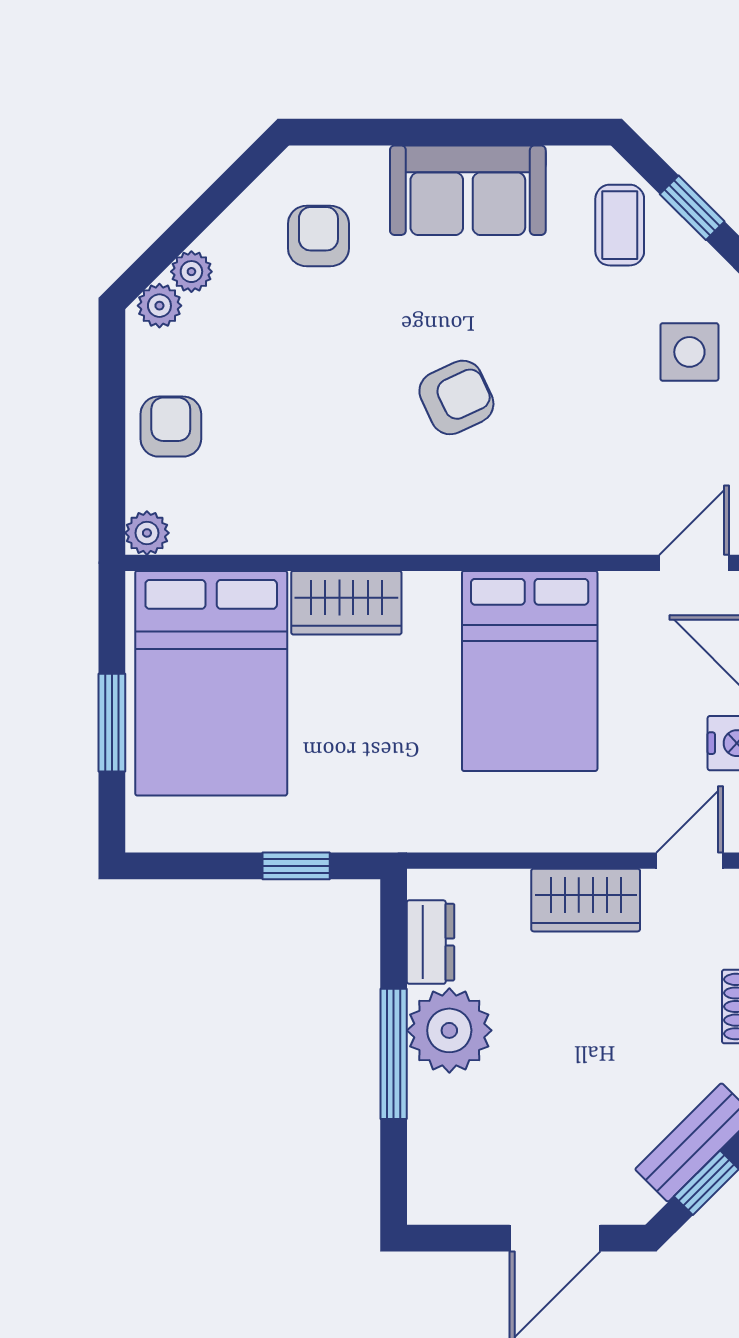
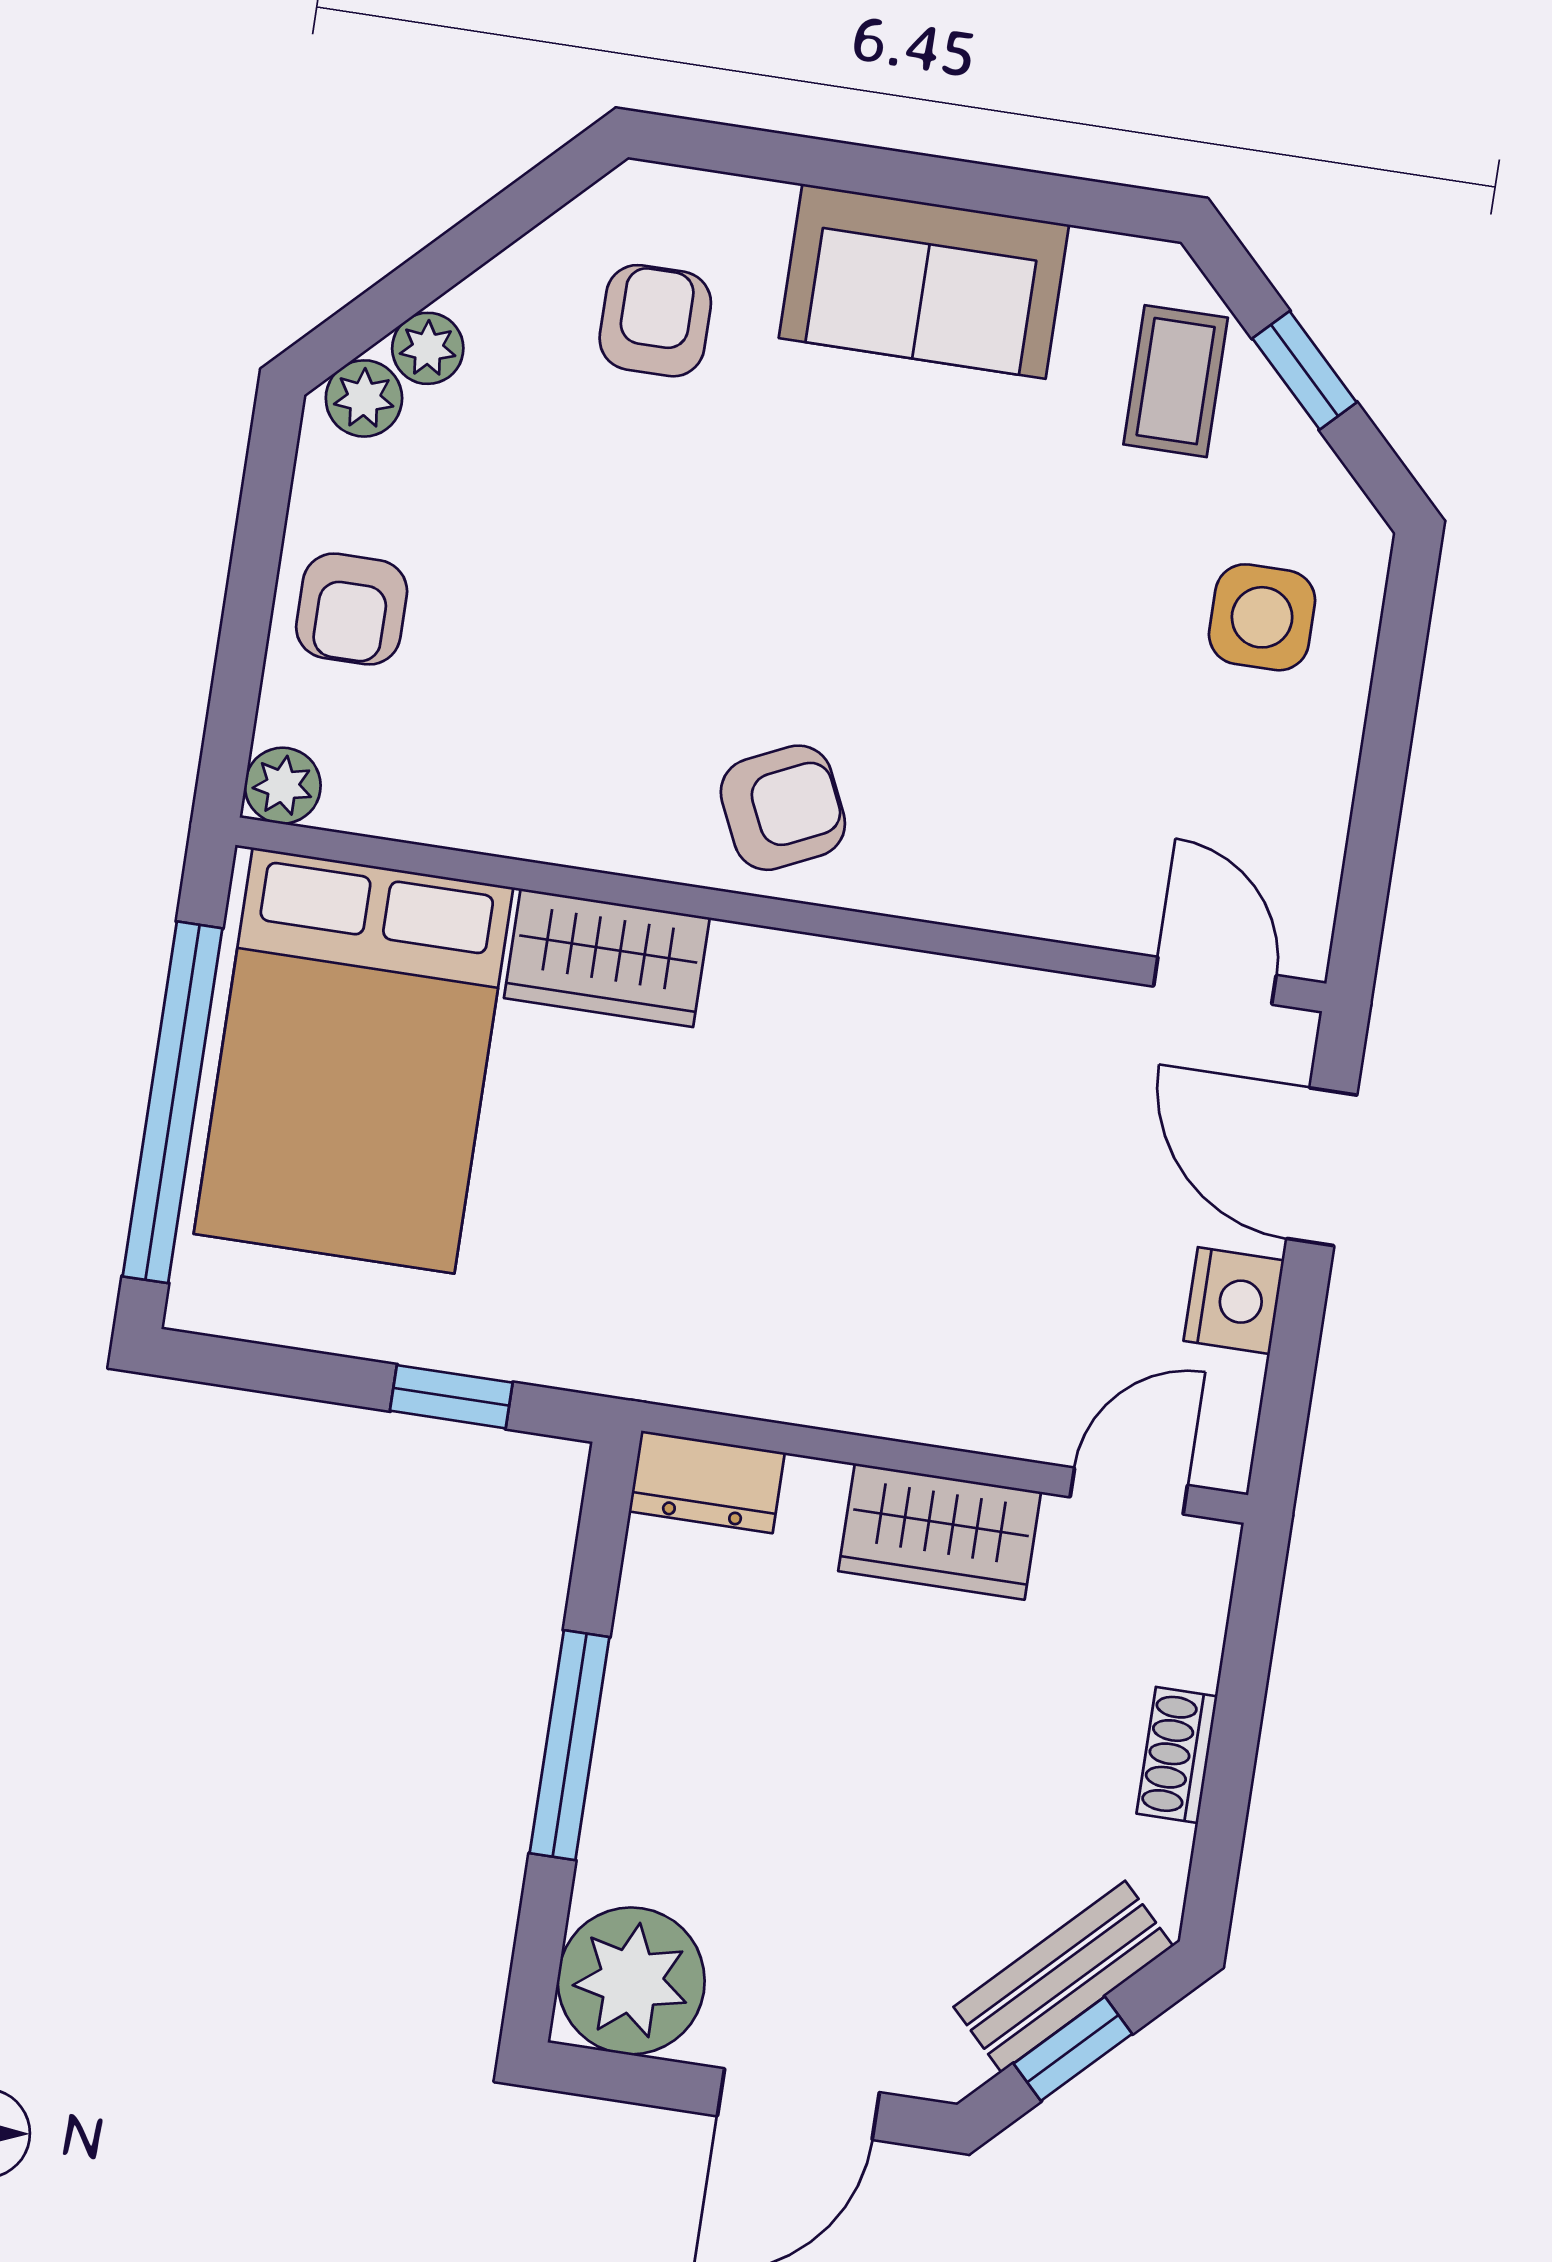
armchair: (456, 397) -> (783, 808), moved
armchair: (171, 427) -> (352, 609), turned 180
door: (694, 563) -> (1215, 981), hinge flipped
bed: (530, 671) -> (904, 1123), removed
window: (112, 723) -> (172, 1102), width x2.11
dresser: (431, 942) -> (707, 1482), moved, turned 90
plant: (449, 1030) -> (631, 1981), moved

